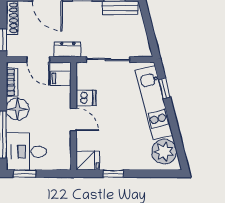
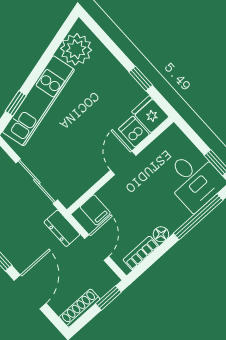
dishwasher: (86, 98) -> (134, 132), moved
floor lamp: (17, 109) -> (161, 234), width x0.53, depth x0.53

